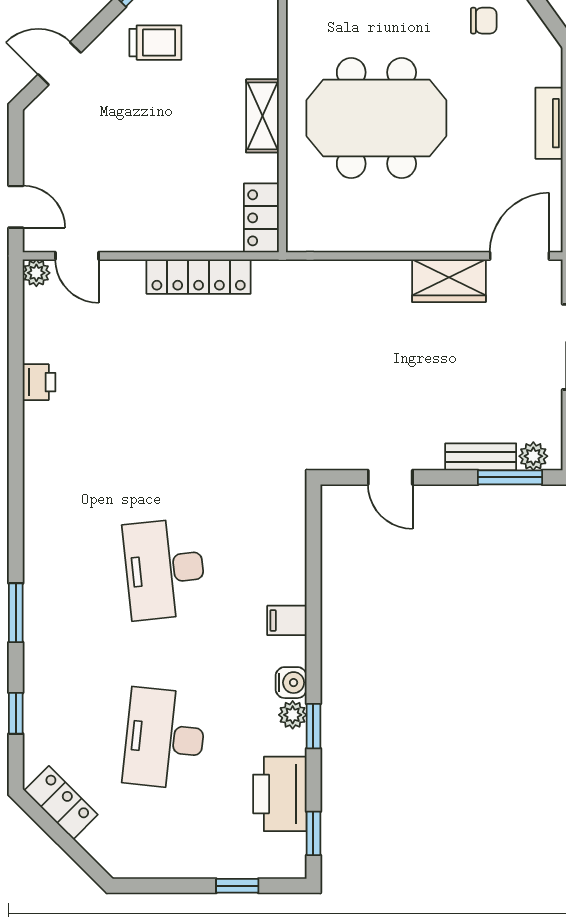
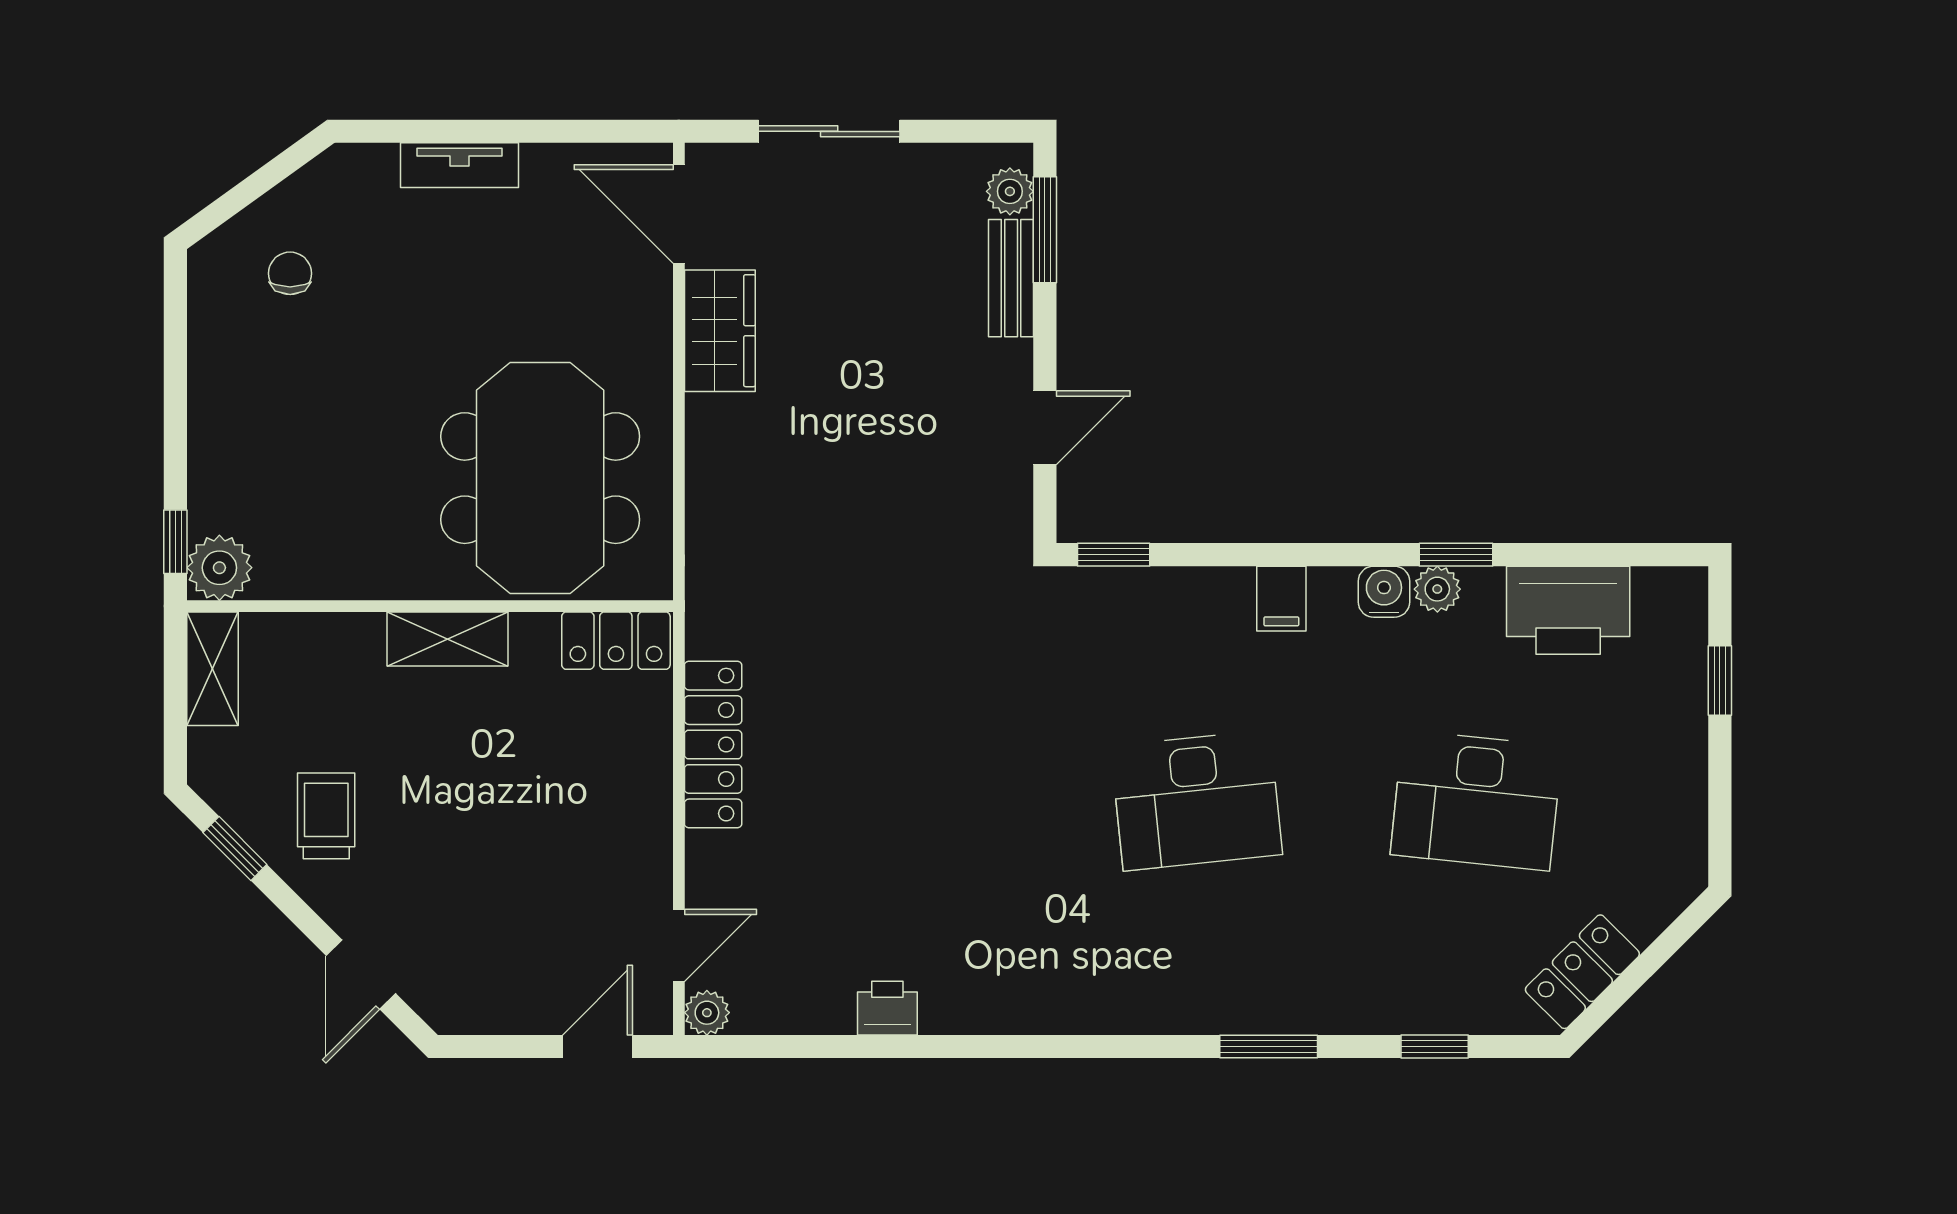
meeting table: (376, 118) -> (540, 478), moved
window: (313, 833) -> (1114, 555), moved

